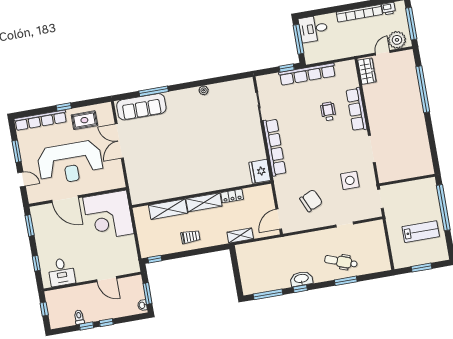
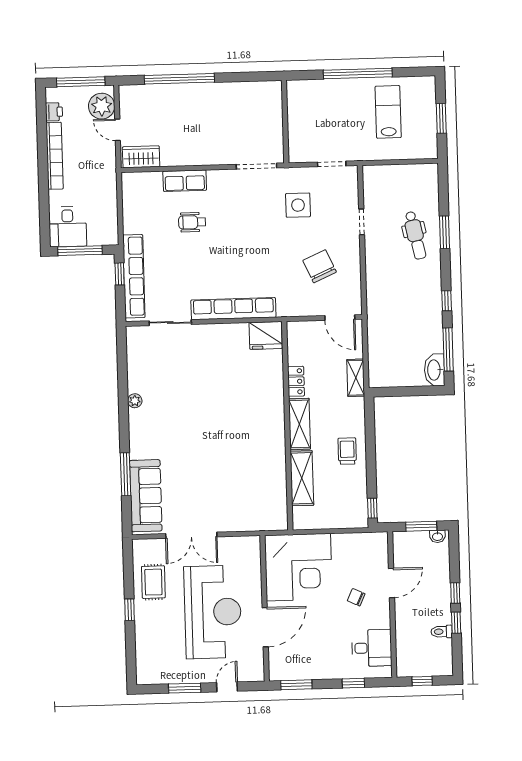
row of seats: (307, 74) -> (134, 276), moved
row of seats: (356, 109) -> (185, 181), width x0.68
row of seats: (41, 120) -> (144, 646), removed
wall: (407, 180) -> (285, 122), moved
chair: (94, 257) -> (356, 597), added
dental chair: (341, 262) -> (415, 235), turned -32
washbasin: (301, 279) -> (434, 370), moved

